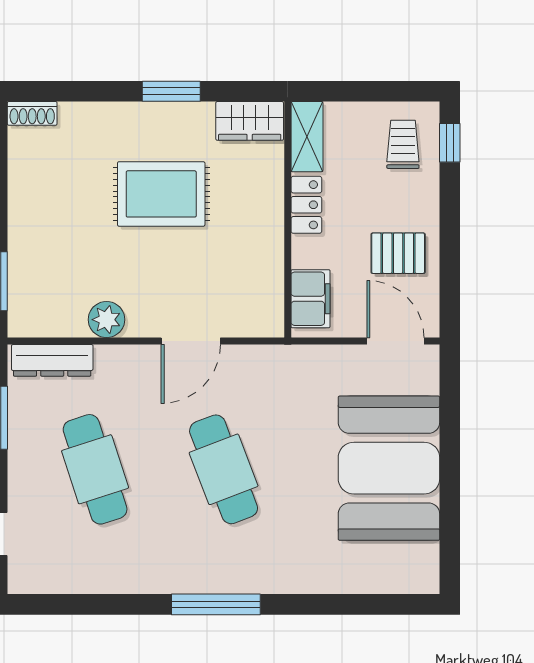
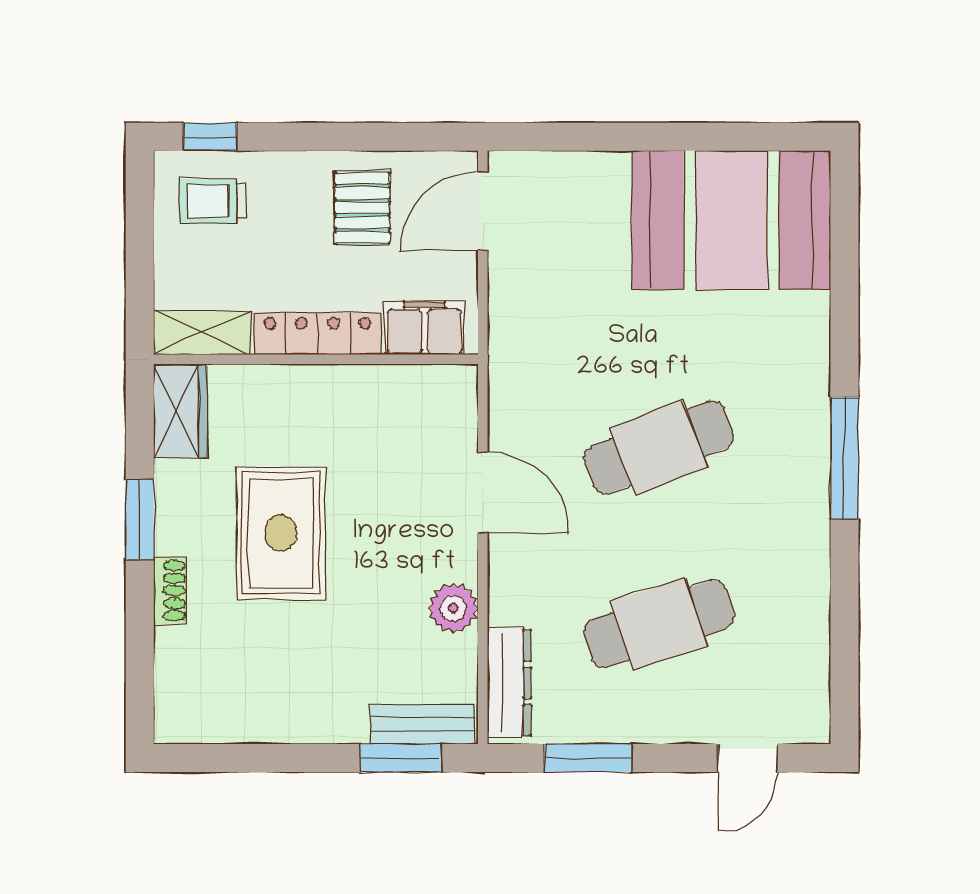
shoe rack: (32, 113) -> (170, 591), moved
locker: (306, 205) -> (317, 334), width x1.53
bench: (22, 297) -> (423, 724), added
booth: (389, 468) -> (731, 220), moved

